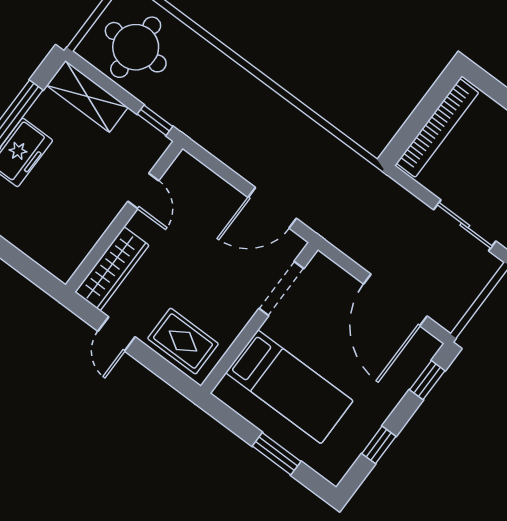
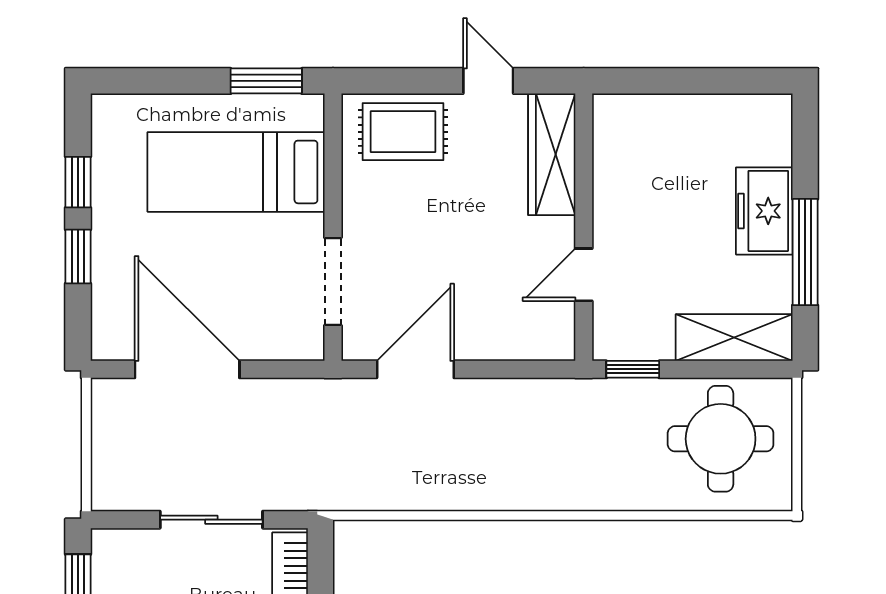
door: (143, 191) -> (584, 275), hinge flipped
sliding door: (465, 225) -> (211, 520), moved
window: (427, 380) -> (78, 257), moved
window: (277, 454) -> (266, 81), moved

